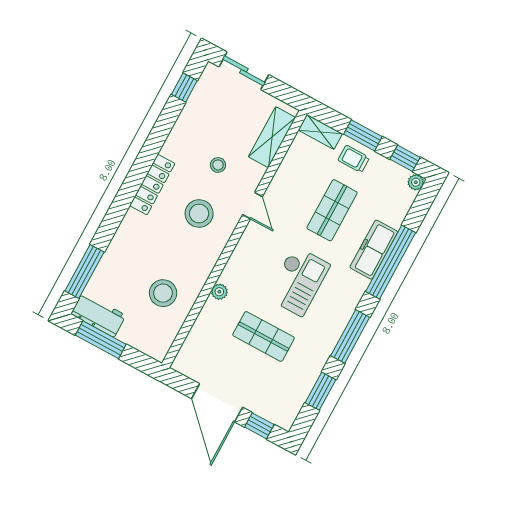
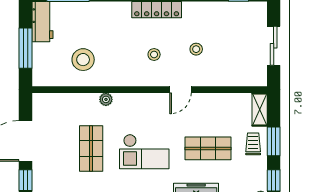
sliding door: (244, 71) -> (274, 46), moved
shelving: (272, 137) -> (237, 77), removed
stool: (199, 214) -> (154, 54), width x0.53, depth x0.53
window: (101, 340) -> (25, 48), moved

